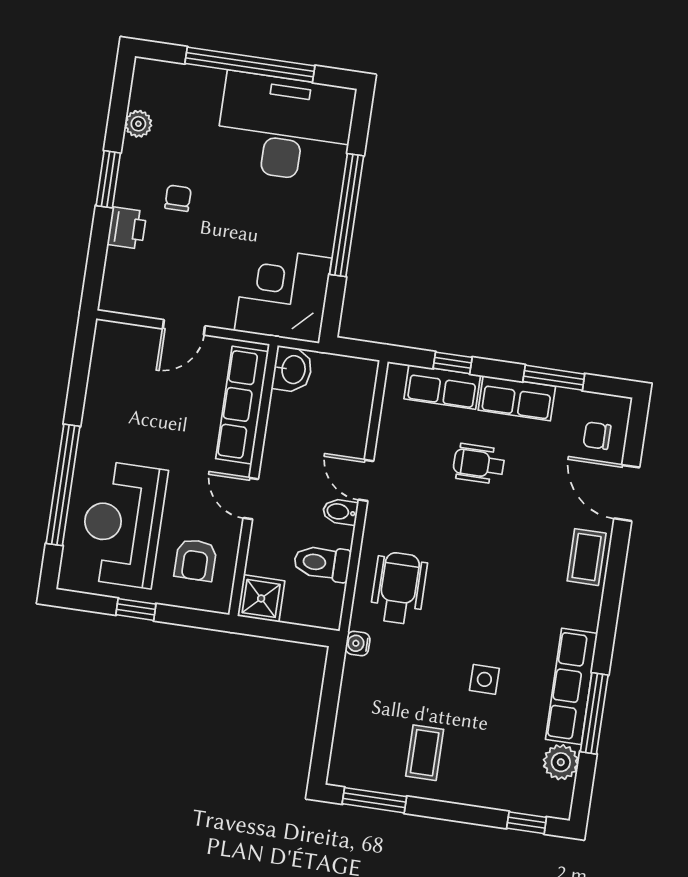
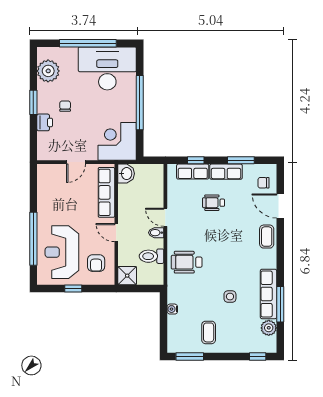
plant: (138, 124) -> (48, 71), width x1.87, depth x1.87
wheelchair: (399, 588) -> (187, 262), turned -90
water cooler: (358, 644) -> (172, 309), moved

